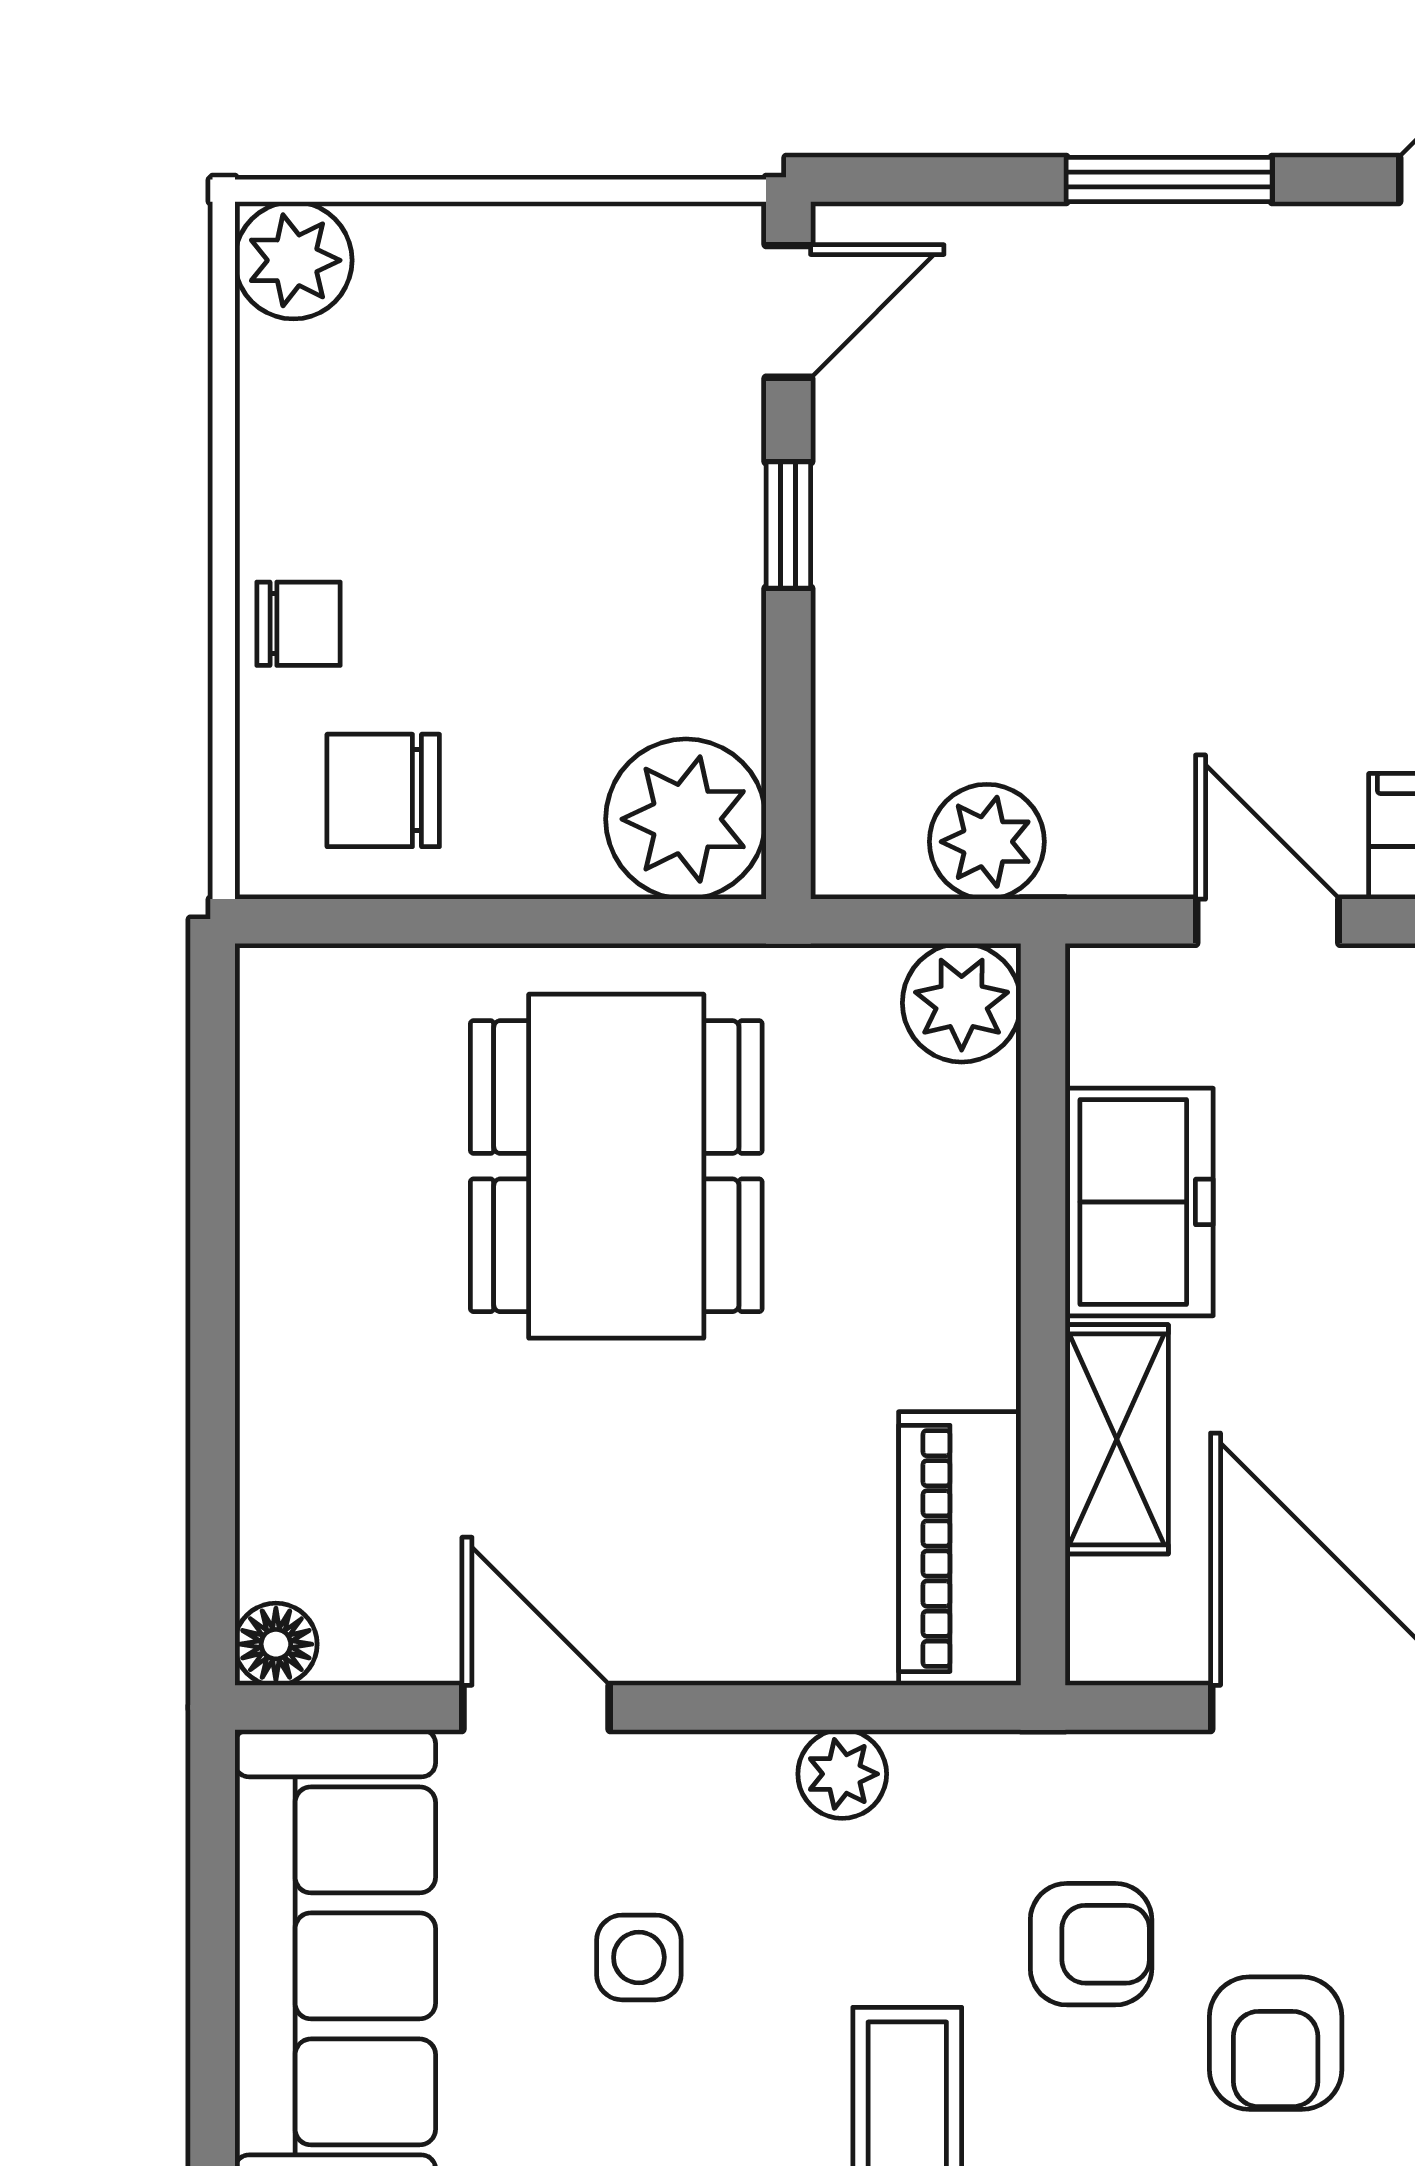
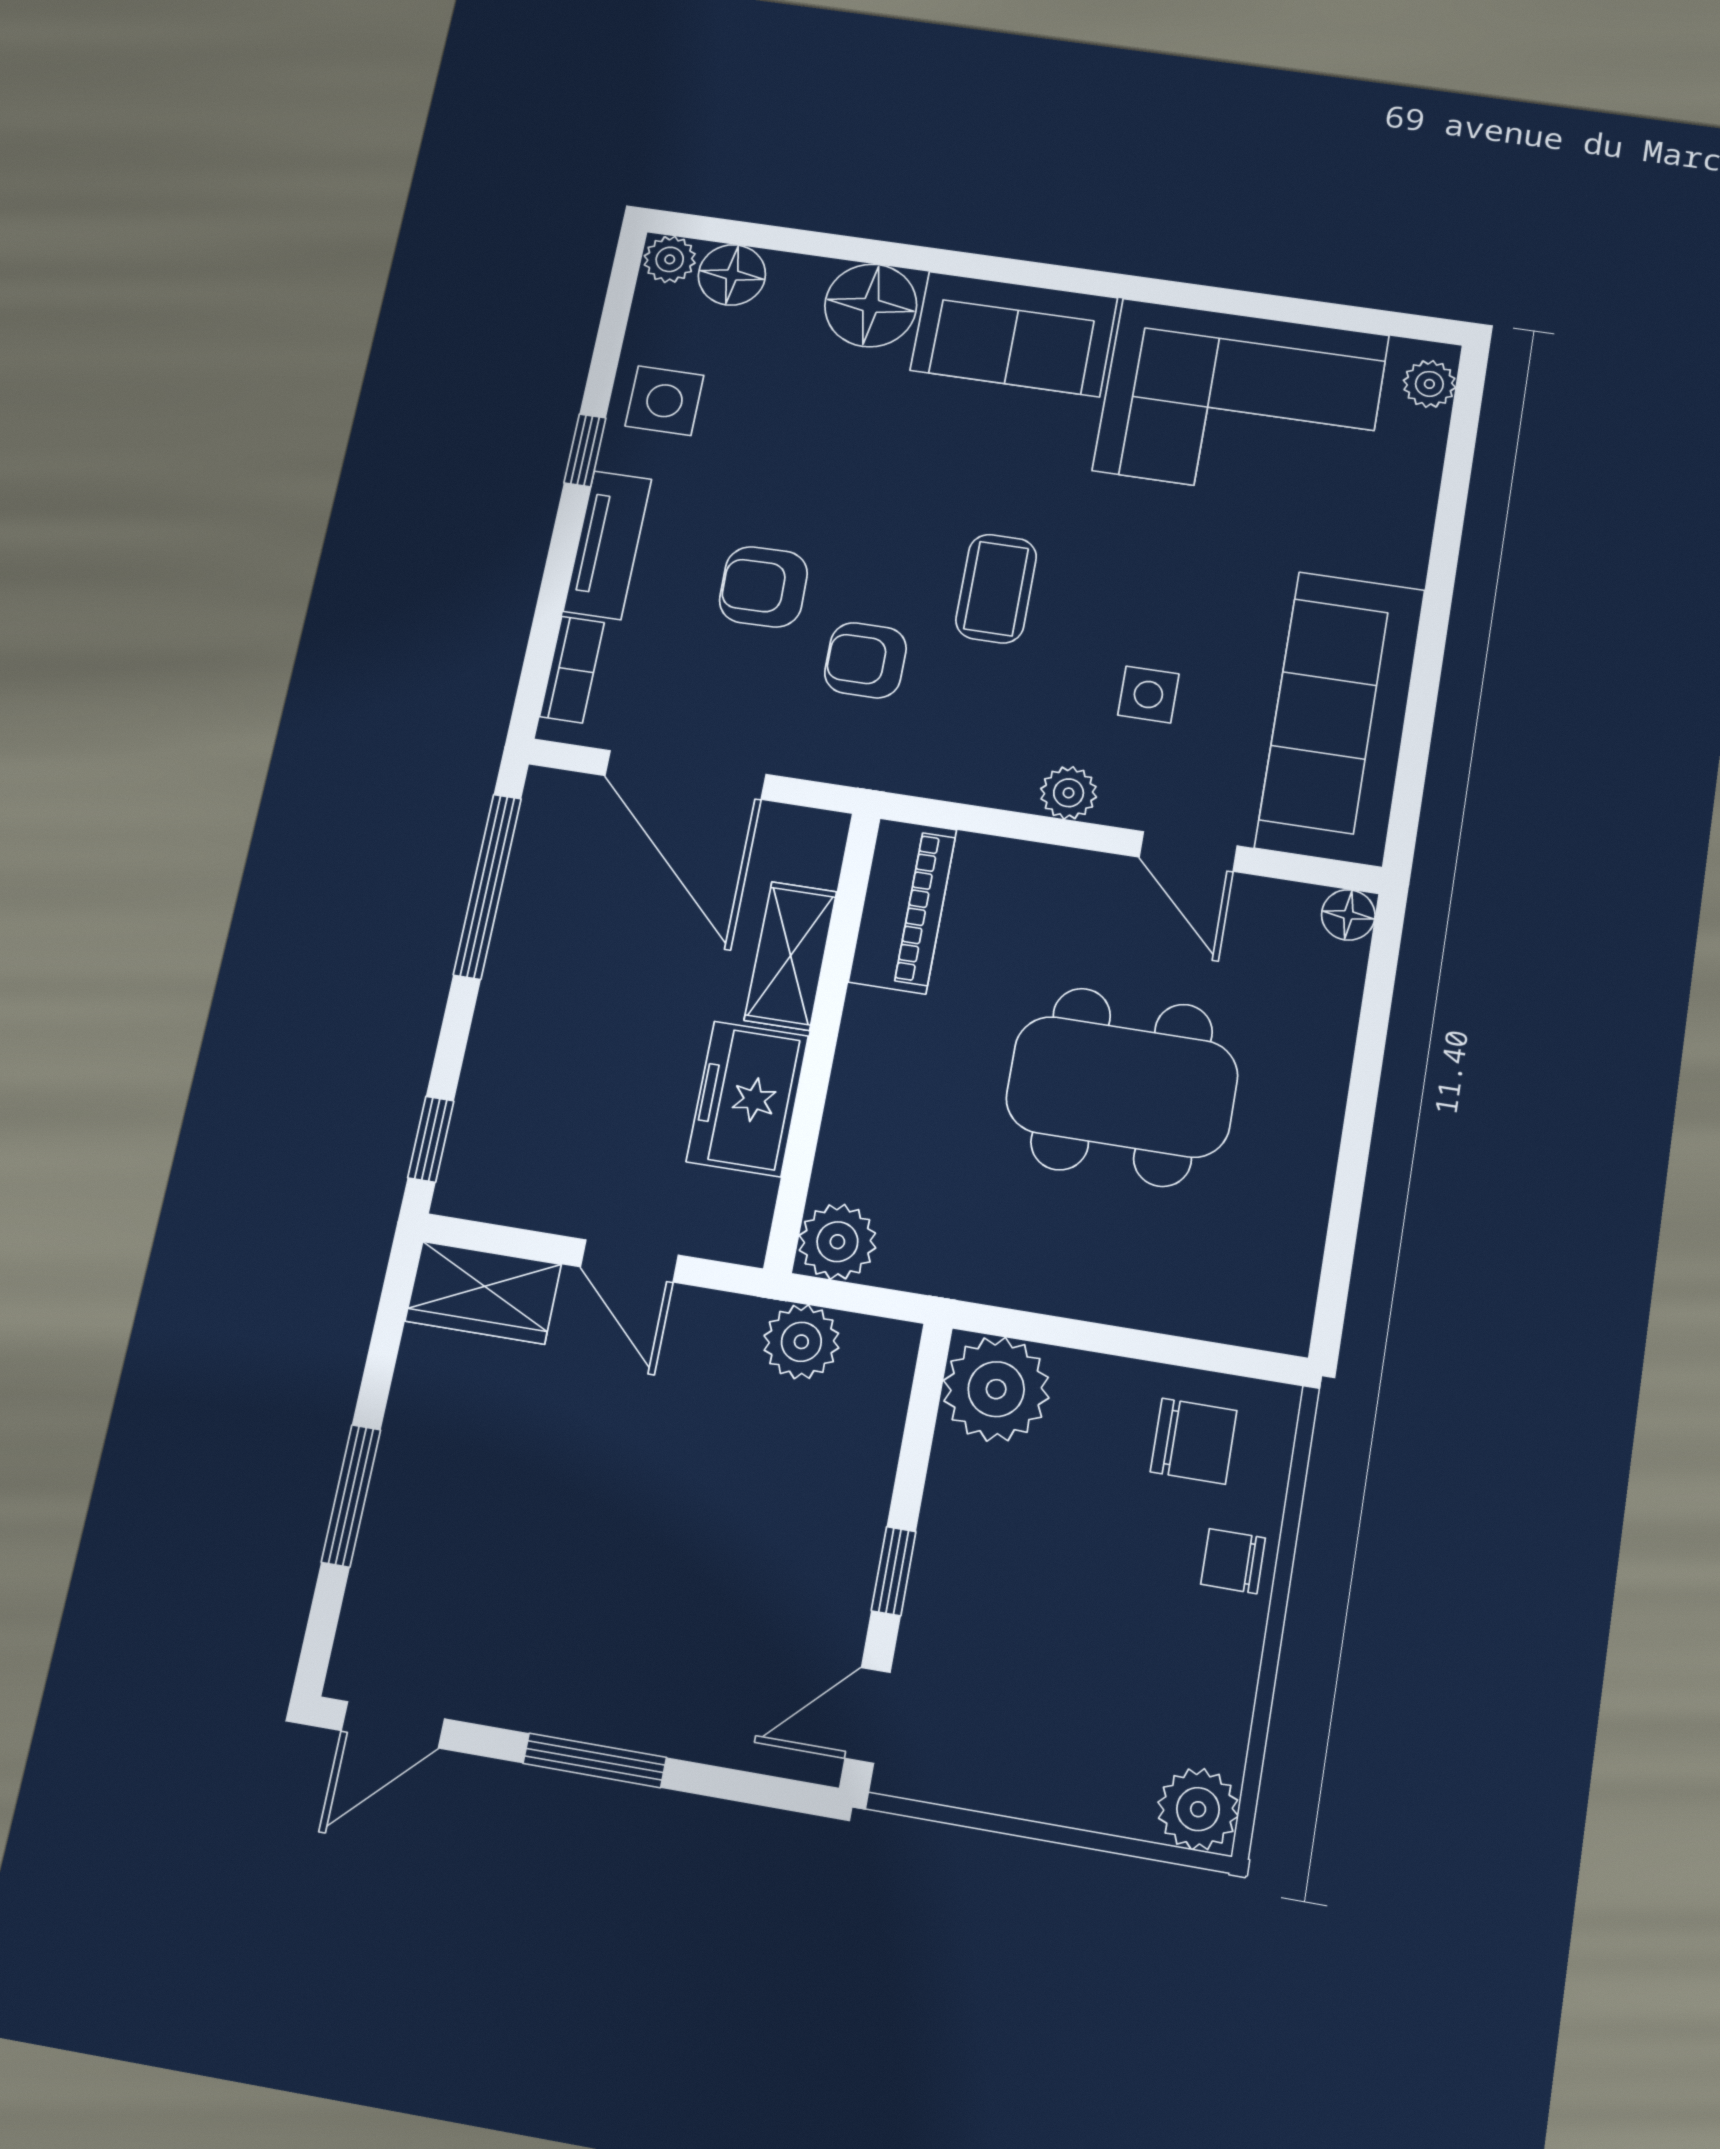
dining table: (616, 1166) -> (1122, 1087), moved, turned 90
plant: (842, 1774) -> (1069, 793), moved
armchair: (1276, 2043) -> (763, 587), turned -91

